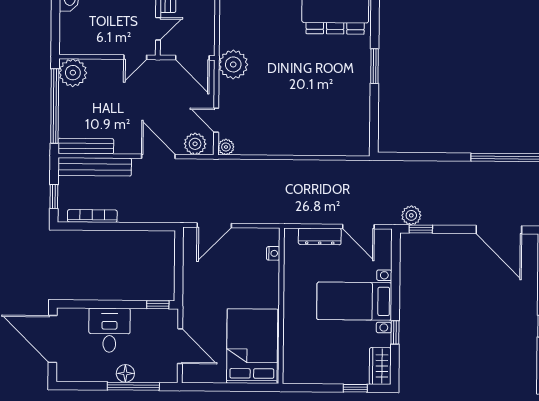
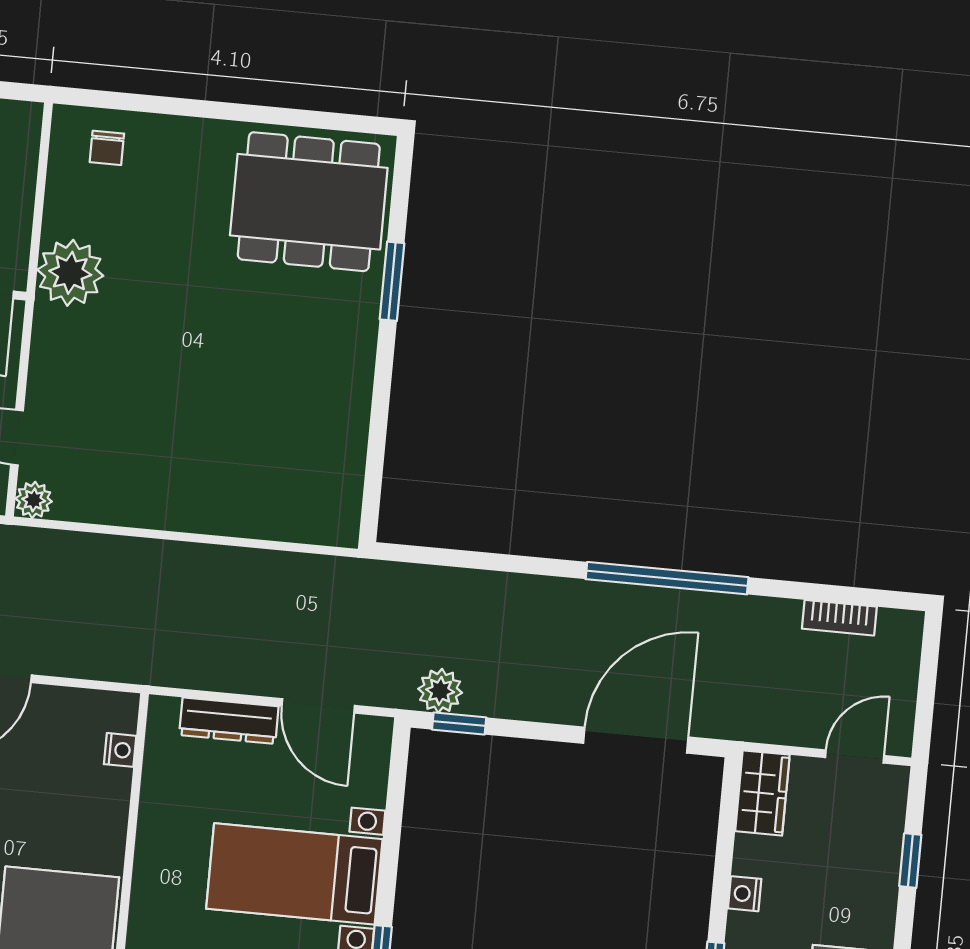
plant: (233, 64) -> (70, 273), moved
window: (375, 66) -> (392, 281), moved
door: (499, 230) -> (636, 740), swing flipped

